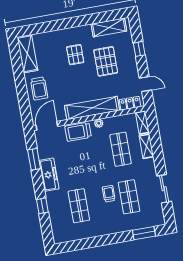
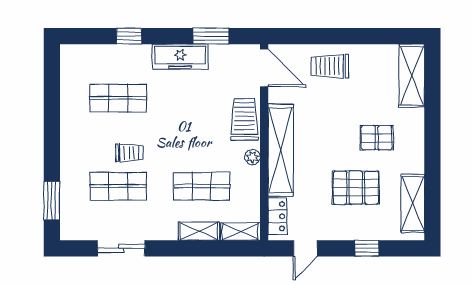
shelving: (27, 54) -> (412, 76), moved, turned 90

